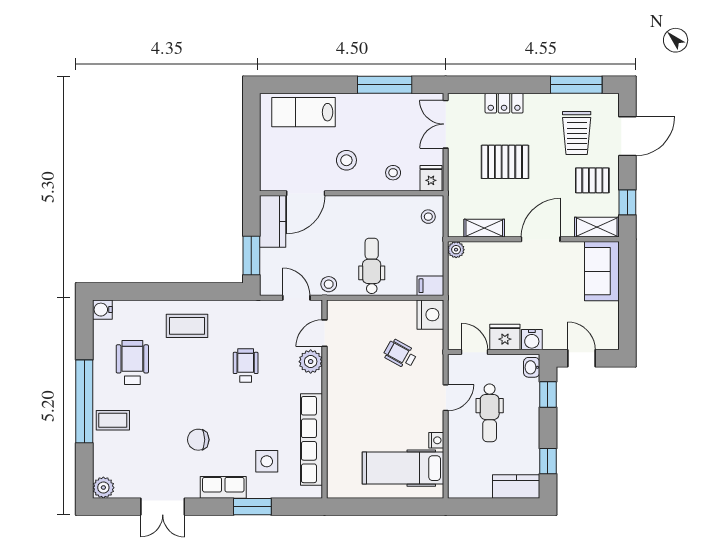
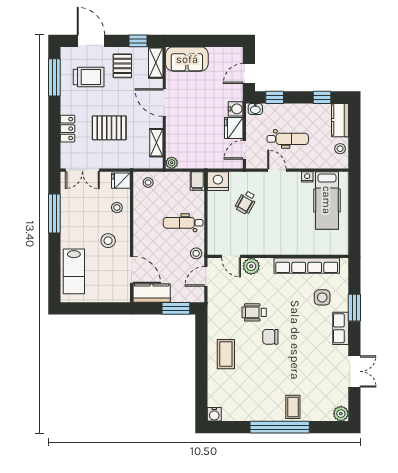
pallet: (505, 162) -> (109, 128), turned 90
wheelchair: (132, 362) -> (252, 393), removed
chair: (198, 440) -> (270, 337), moved, turned 90
stool: (476, 486) -> (340, 149), added

